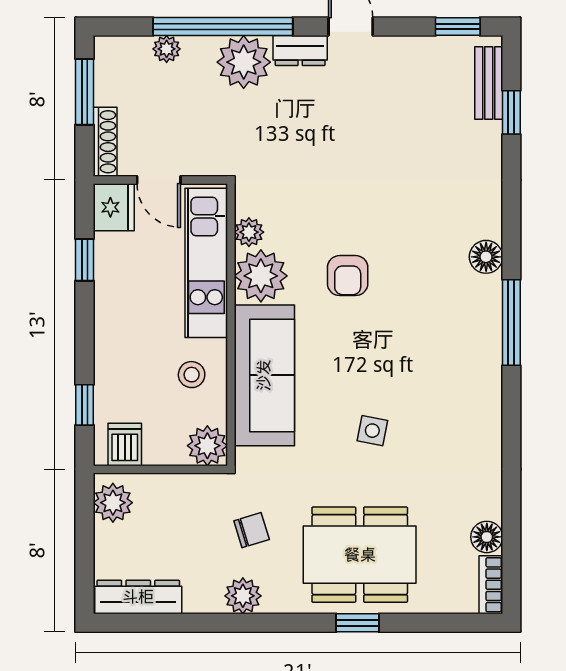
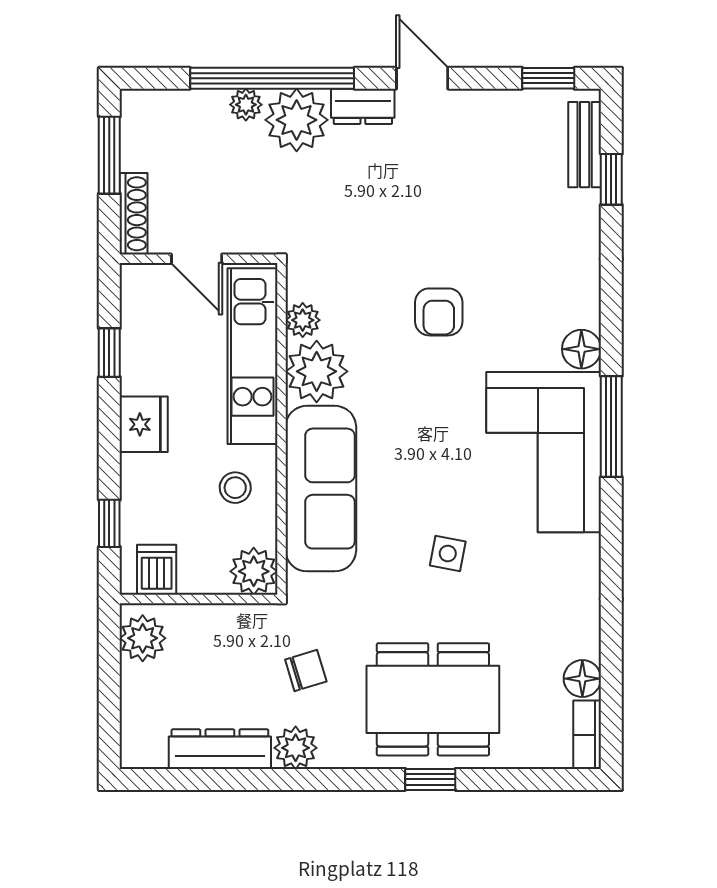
plant: (167, 49) -> (246, 105), moved
fridge: (114, 207) -> (144, 424), moved
armchair: (348, 276) -> (439, 312), moved
corner sofa: (454, 344) -> (544, 452), added
dresser: (138, 597) -> (220, 749), moved

